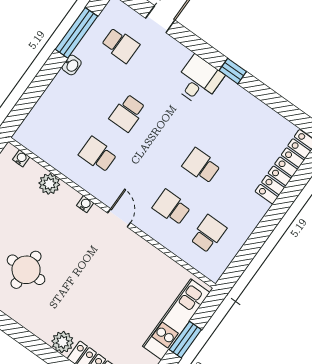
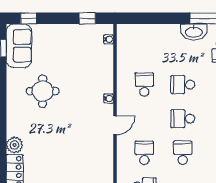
washbasin: (72, 65) -> (194, 32), width x1.91, depth x1.45
school desk: (164, 139) -> (183, 119), added
plant: (49, 184) -> (105, 68), removed

